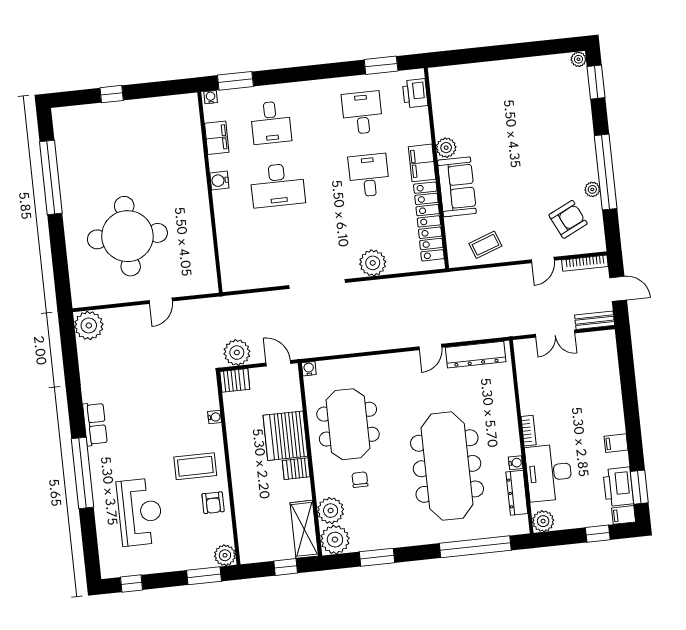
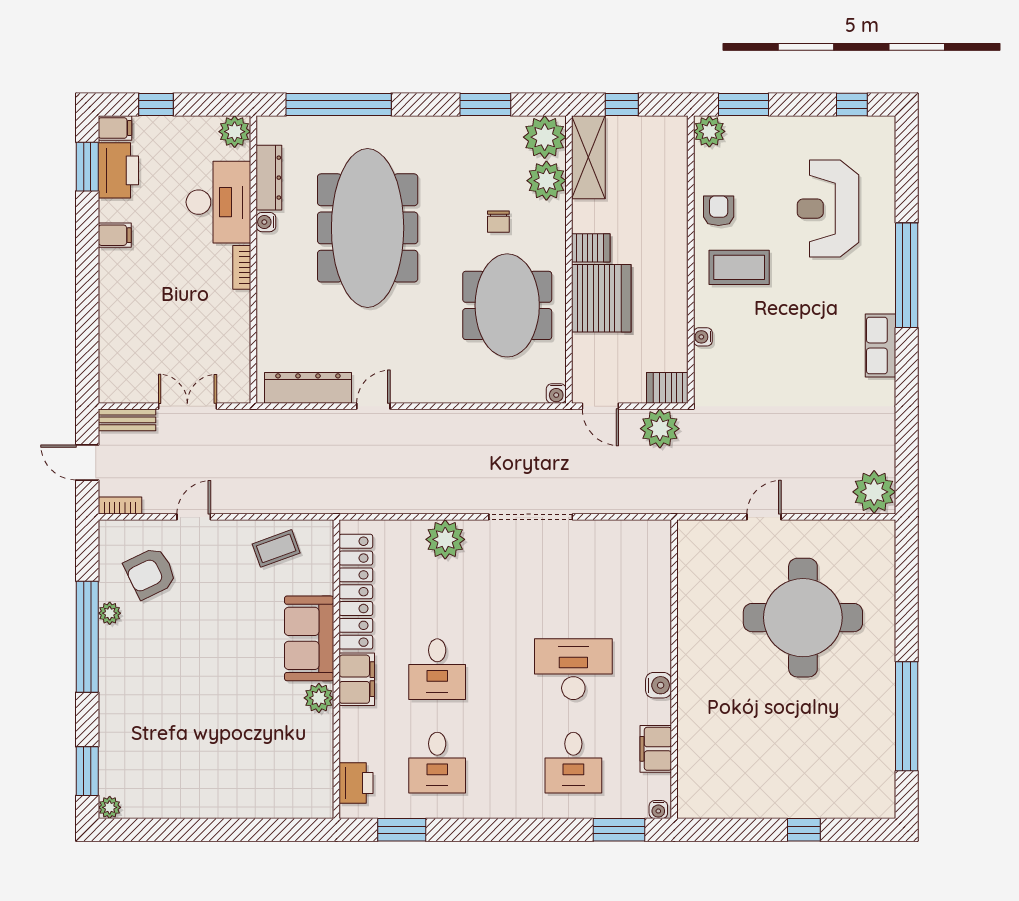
desk: (271, 123) -> (573, 763), turned 180
bookcase: (585, 263) -> (120, 506), width x0.64

